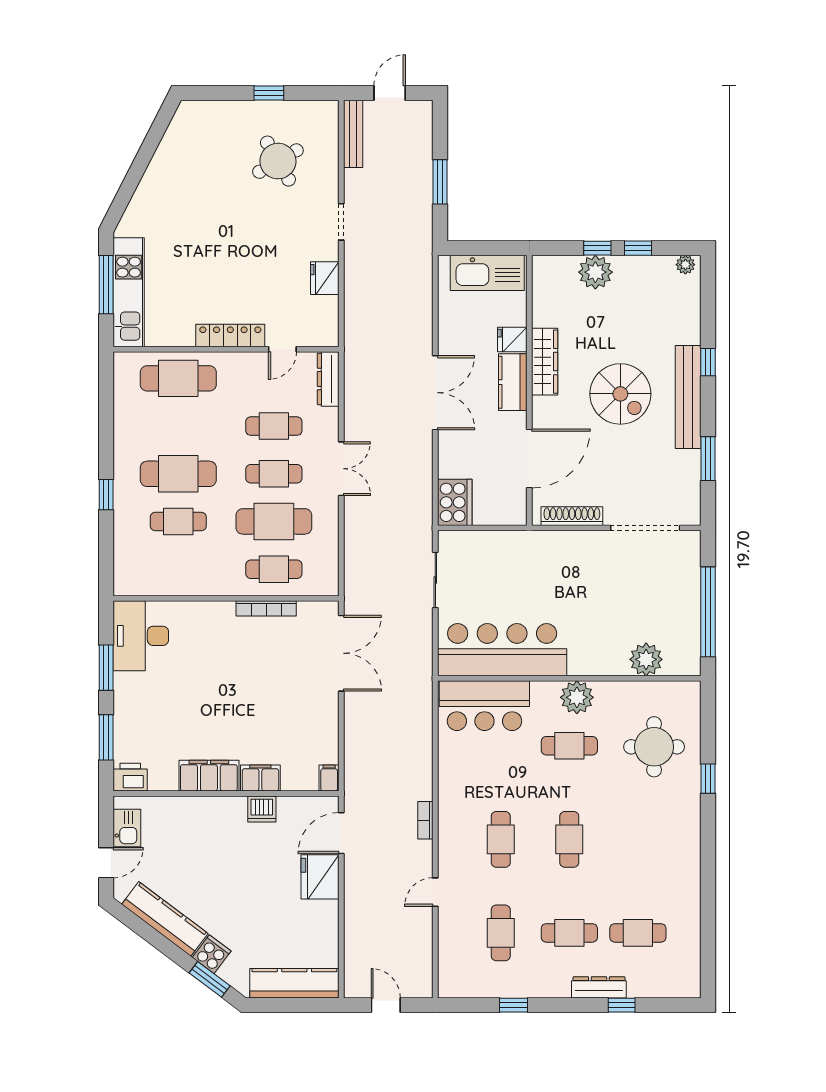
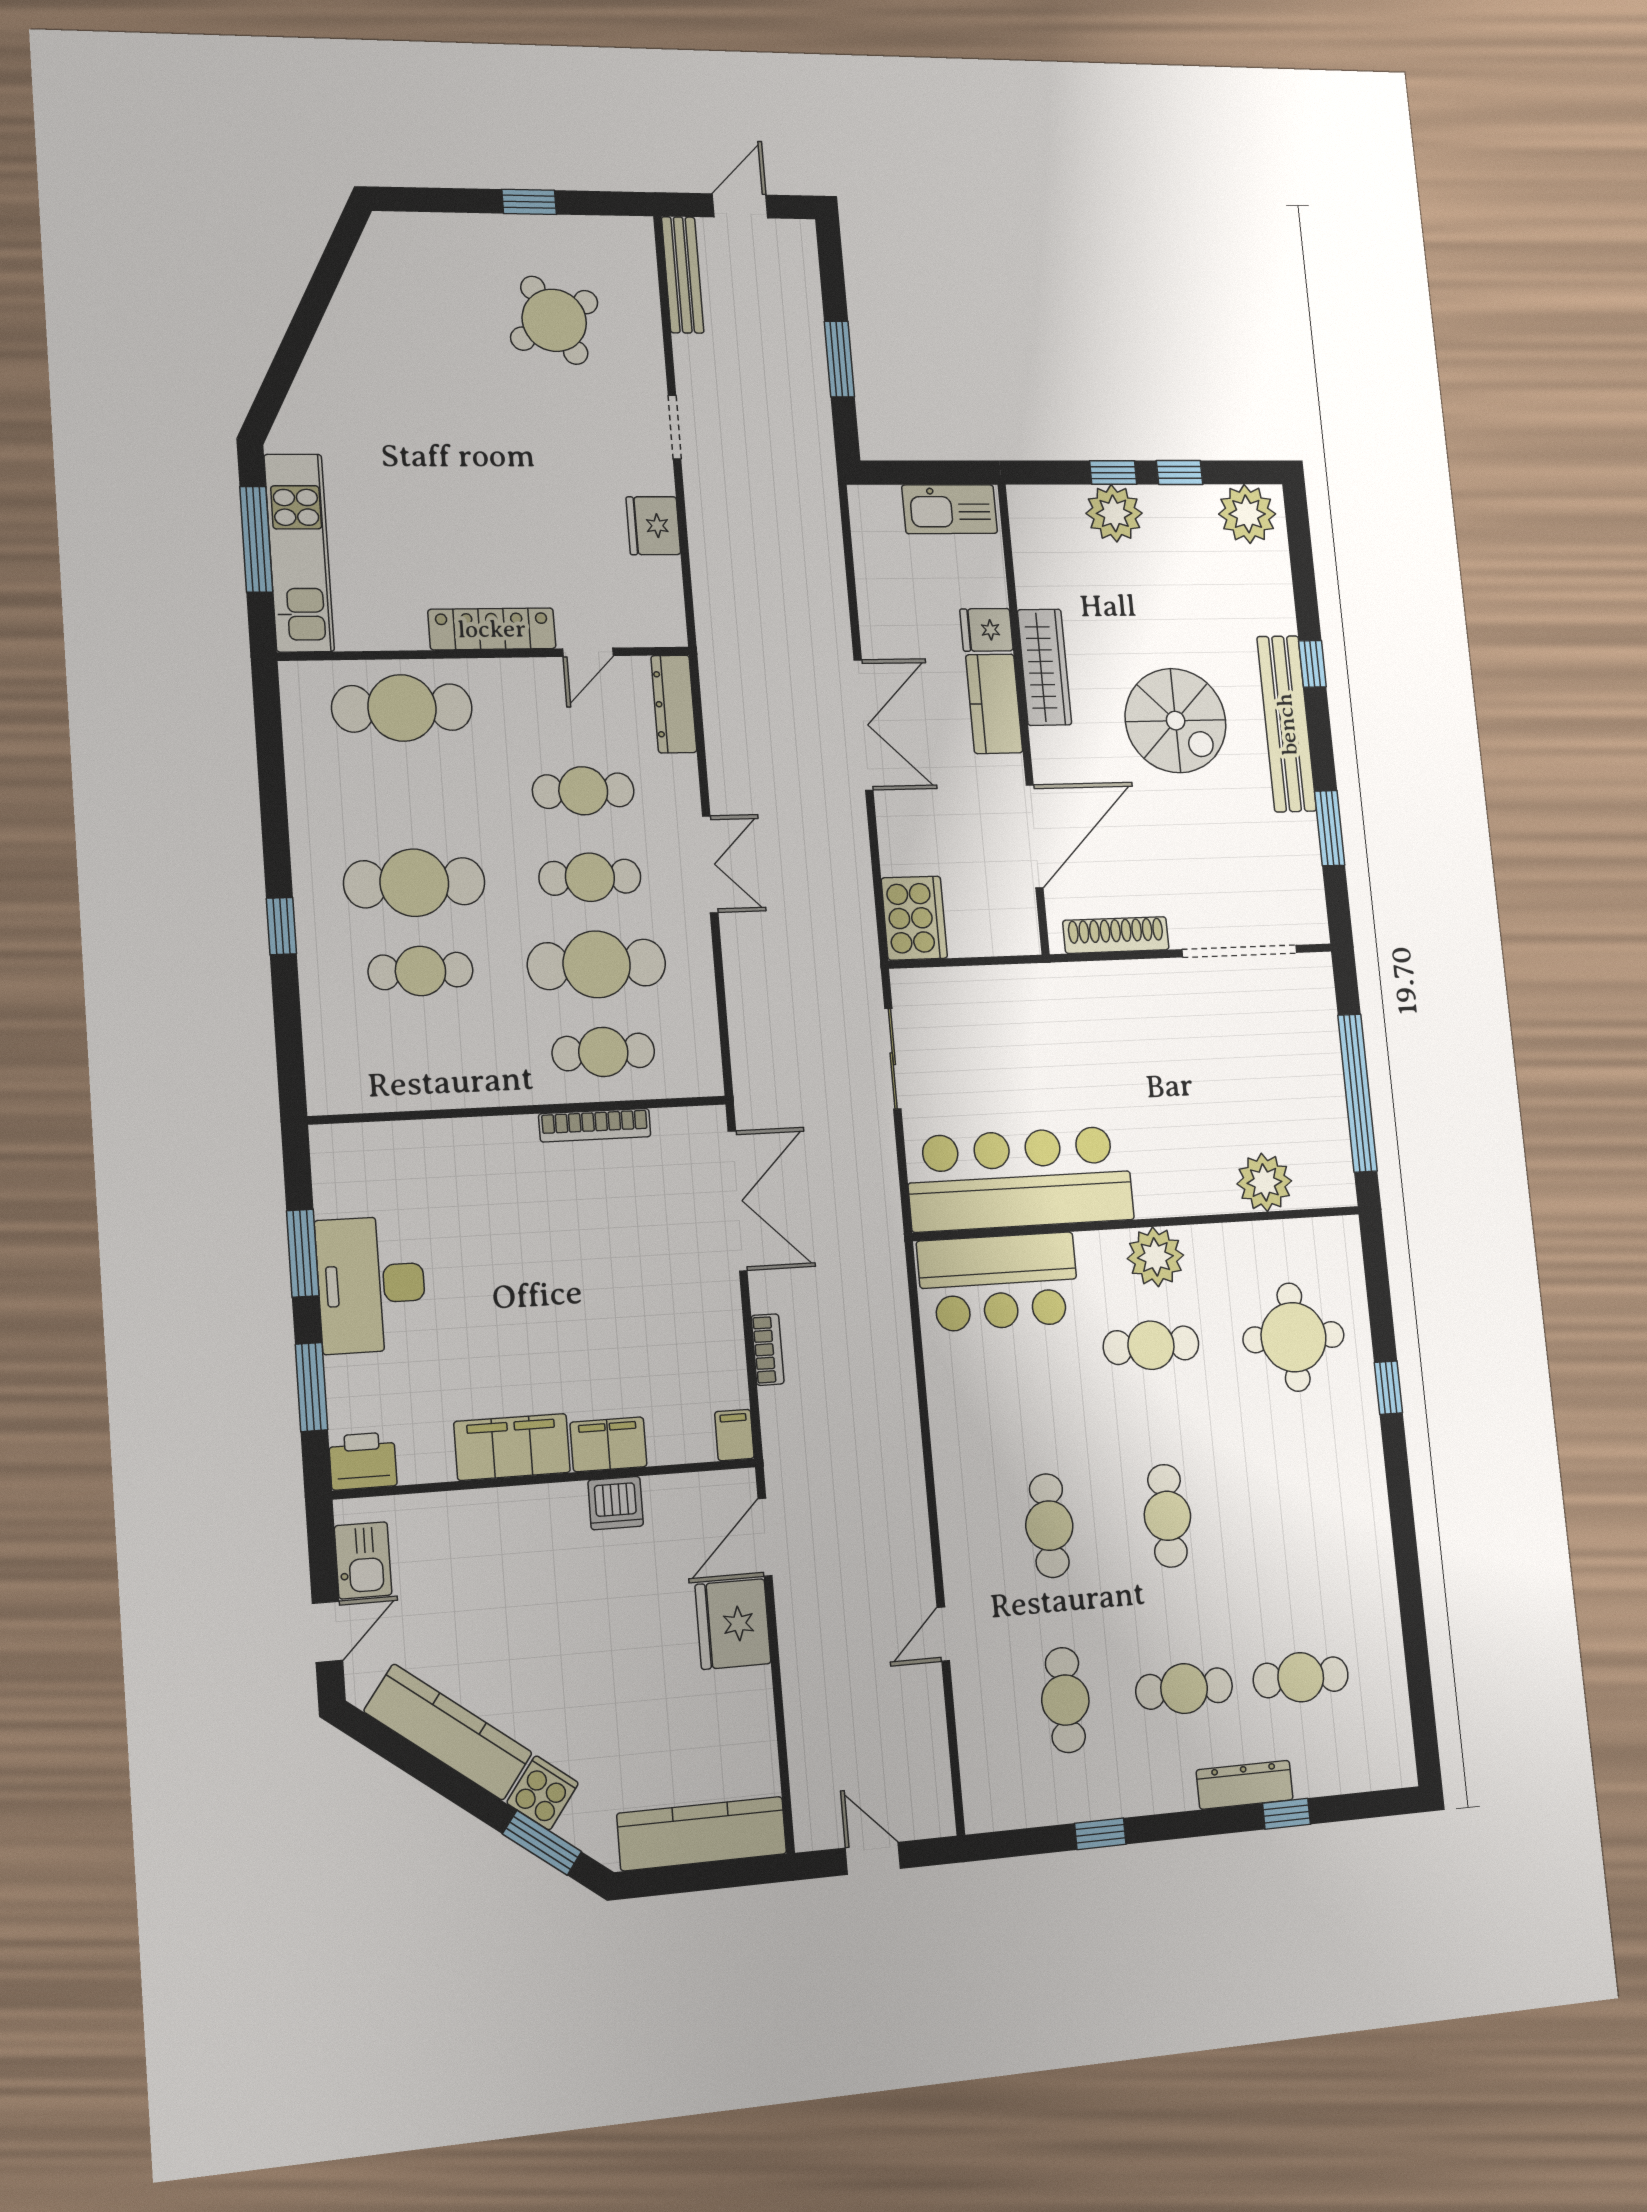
plant: (685, 265) -> (1247, 514), width x1.88, depth x1.88
kitchen sink: (487, 273) -> (950, 509), width x0.73, depth x0.81
desk: (141, 636) -> (371, 1284), moved
bookcase: (425, 820) -> (768, 1350), moved, turned 180

